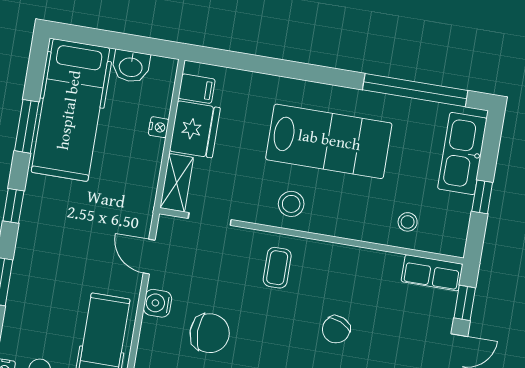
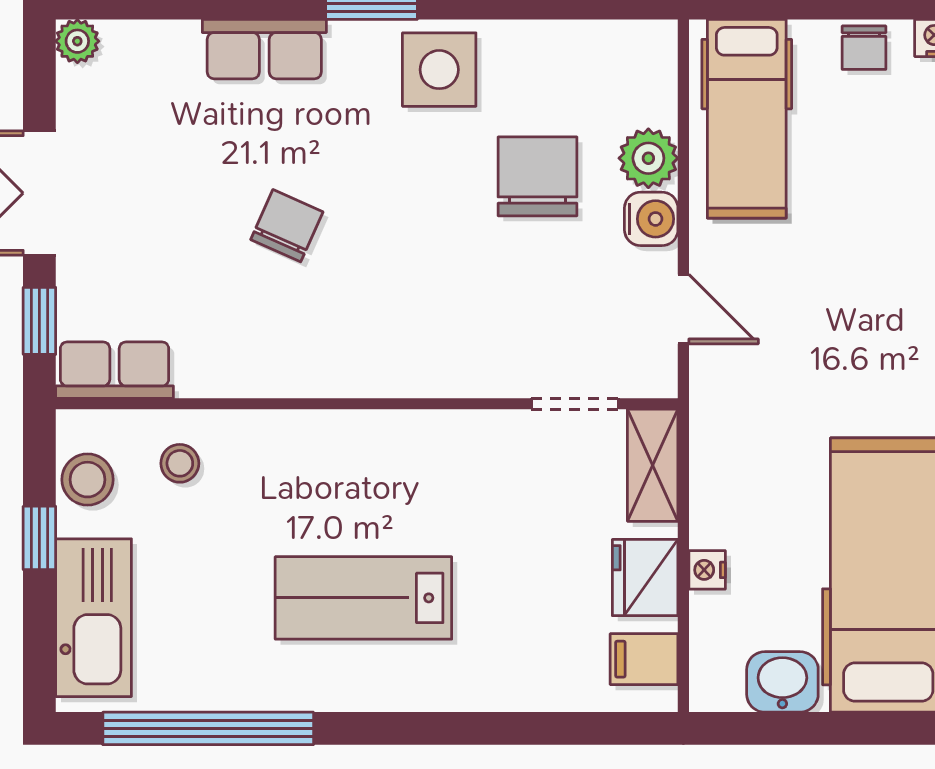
fridge: (195, 129) -> (645, 578), width x0.73, depth x0.75
lab bench: (329, 141) -> (363, 598), width x0.73, depth x0.72
stool: (291, 204) -> (87, 480), moved
coffee table: (277, 268) -> (425, 329), removed
plant: (154, 333) -> (648, 158), added
chair: (210, 333) -> (537, 176), turned 90

